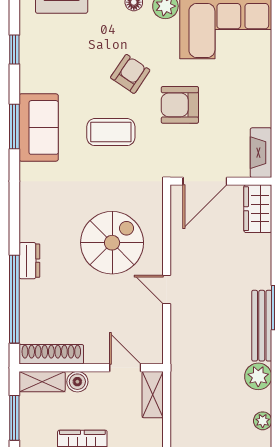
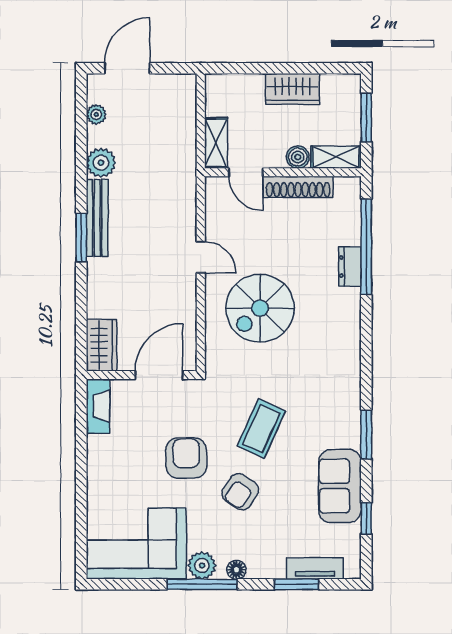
armchair: (180, 105) -> (186, 458), turned -91
sofa: (39, 127) -> (340, 486), moved
coffee table: (111, 132) -> (261, 429), turned -66
dresser: (29, 261) -> (350, 267), moved
shoe rack: (51, 354) -> (298, 187), moved

